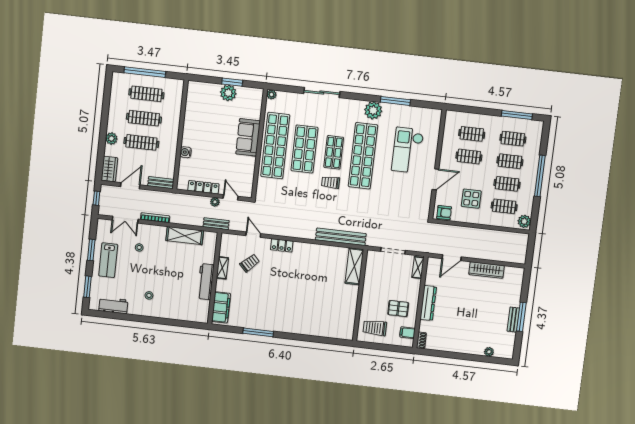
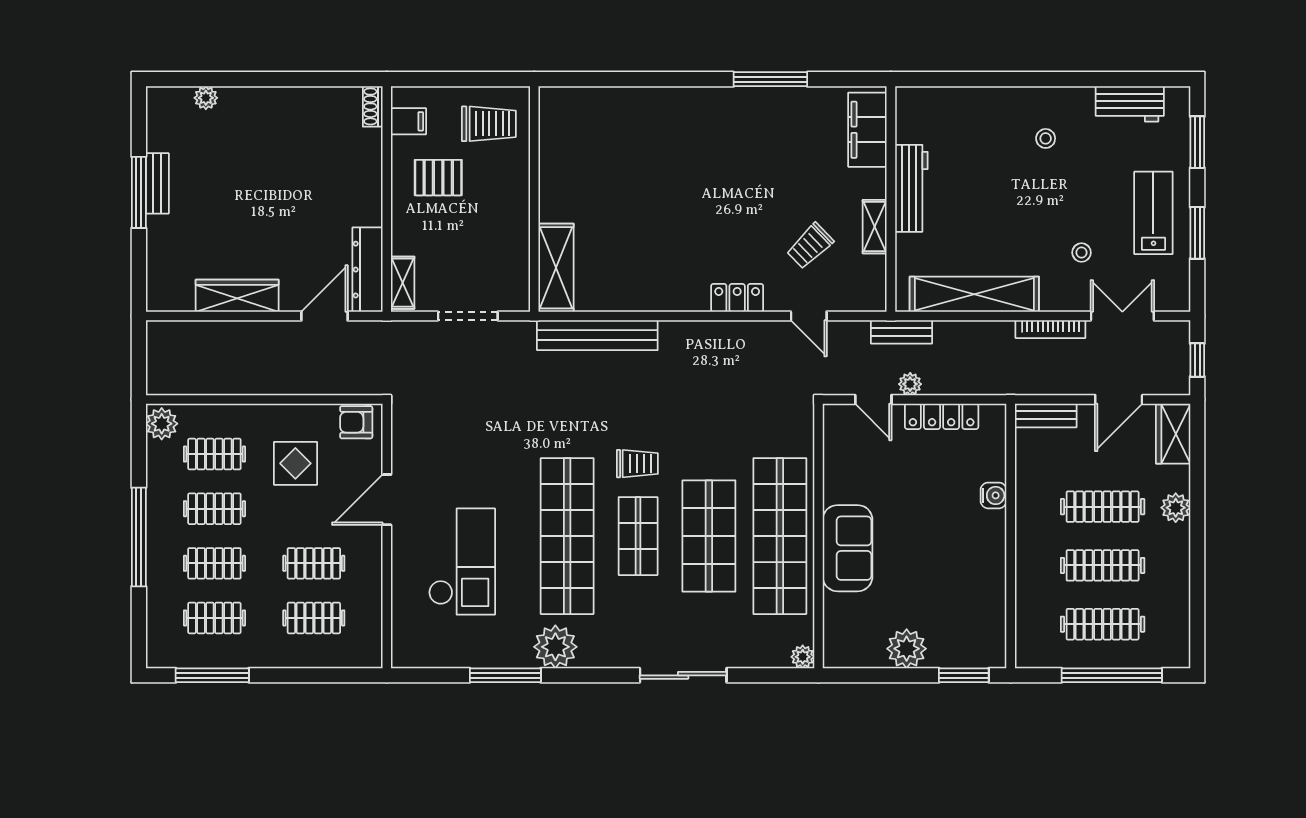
window: (232, 82) -> (964, 675), moved
shelving: (185, 236) -> (974, 294), width x1.47
dresser: (428, 303) -> (367, 270), moved

